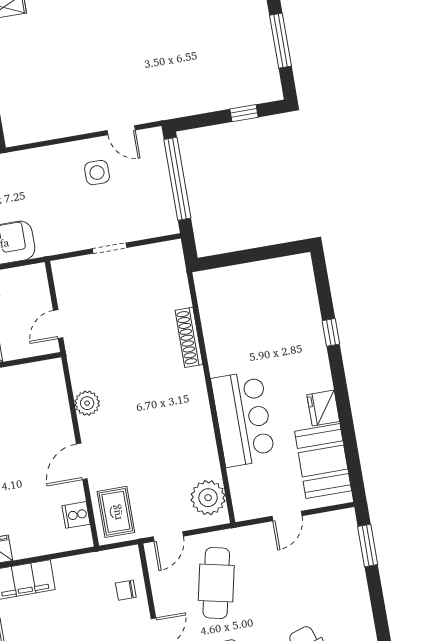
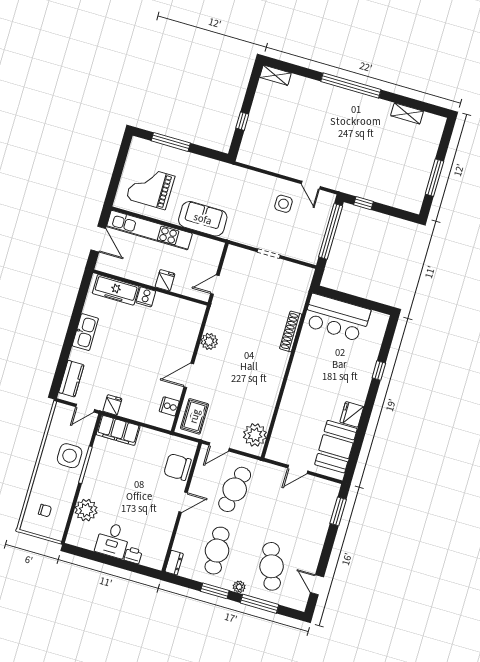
window: (244, 113) -> (363, 203), moved
bar counter: (243, 419) -> (337, 318), moved, turned 90
chair: (126, 590) -> (177, 467), width x1.87, depth x1.87

